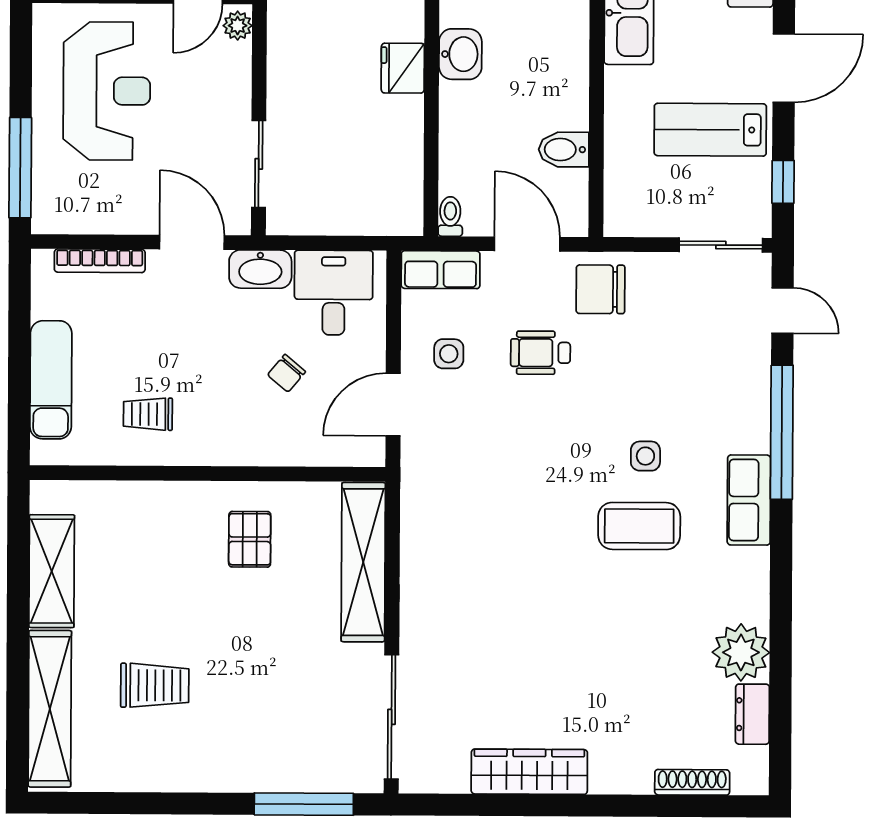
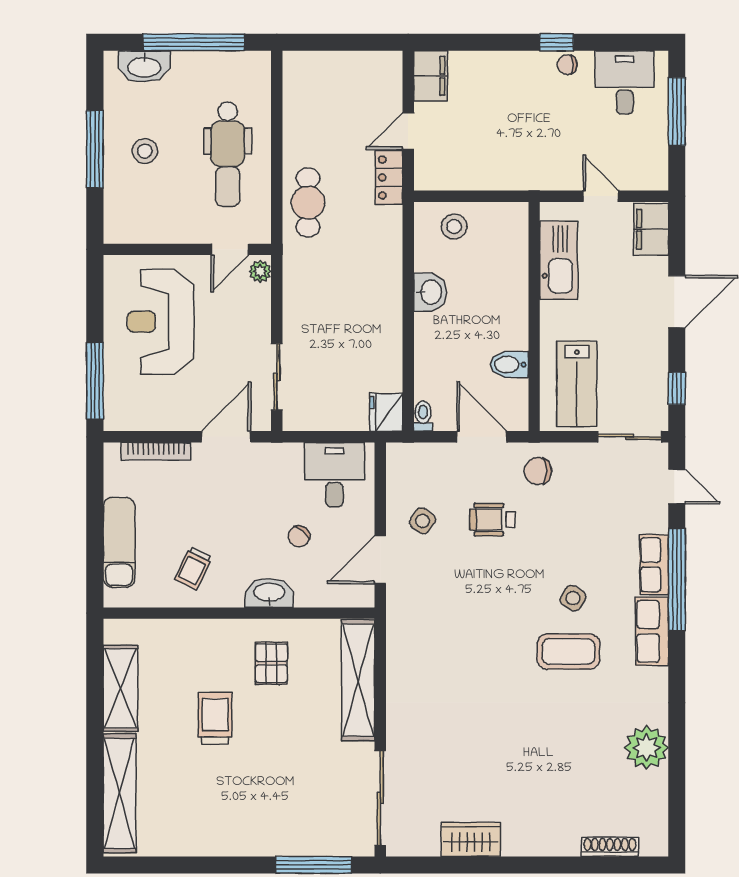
fridge: (403, 68) -> (386, 412), moved
reception desk: (107, 91) -> (161, 322), turned 180
lab bench: (710, 130) -> (577, 384), moved, turned -90
door: (192, 242) -> (226, 437), hinge flipped
washbasin: (260, 269) -> (269, 593), moved, turned 180
row of seats: (441, 270) -> (654, 565), moved, turned 90
chair: (600, 289) -> (538, 471), width x0.73, depth x0.73
side table: (449, 354) -> (423, 521), turned 35
trolley: (148, 414) -> (193, 568), turned -64
side table: (645, 456) -> (573, 598), turned 32
trolley: (155, 685) -> (215, 718), moved, turned -90
dresser: (752, 714) -> (656, 795), removed
wardrobe: (529, 772) -> (471, 839), width x0.67

